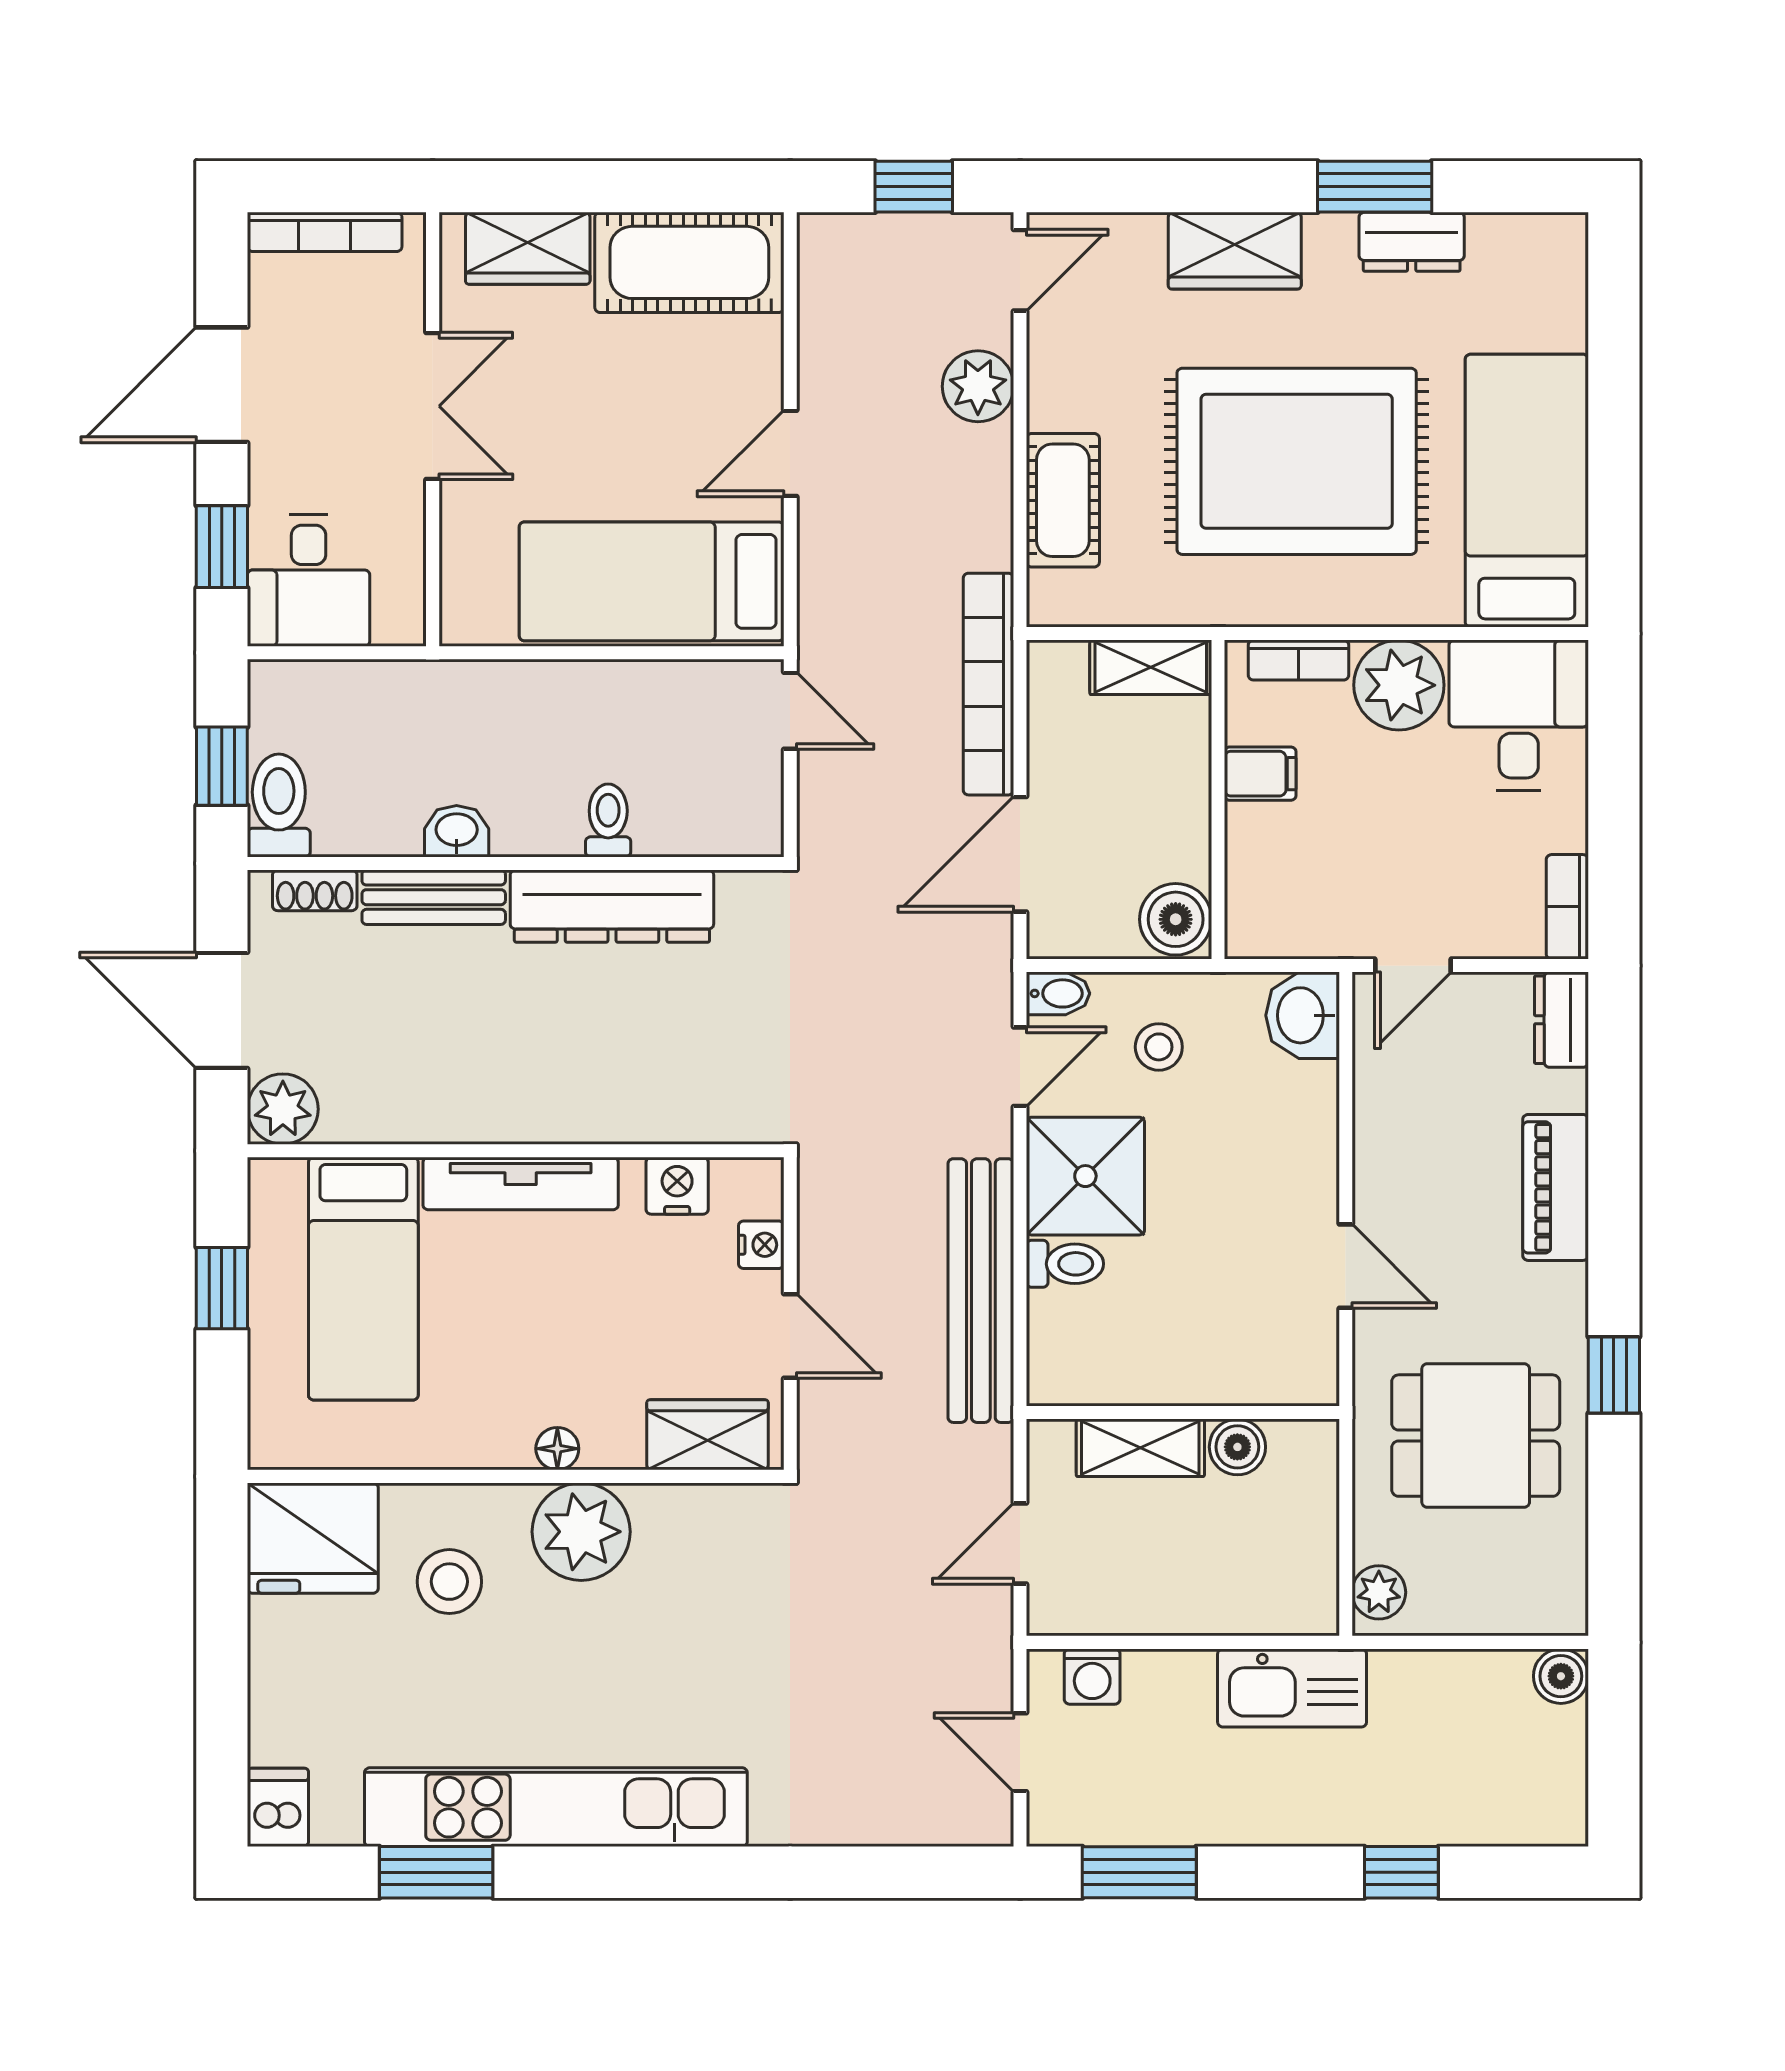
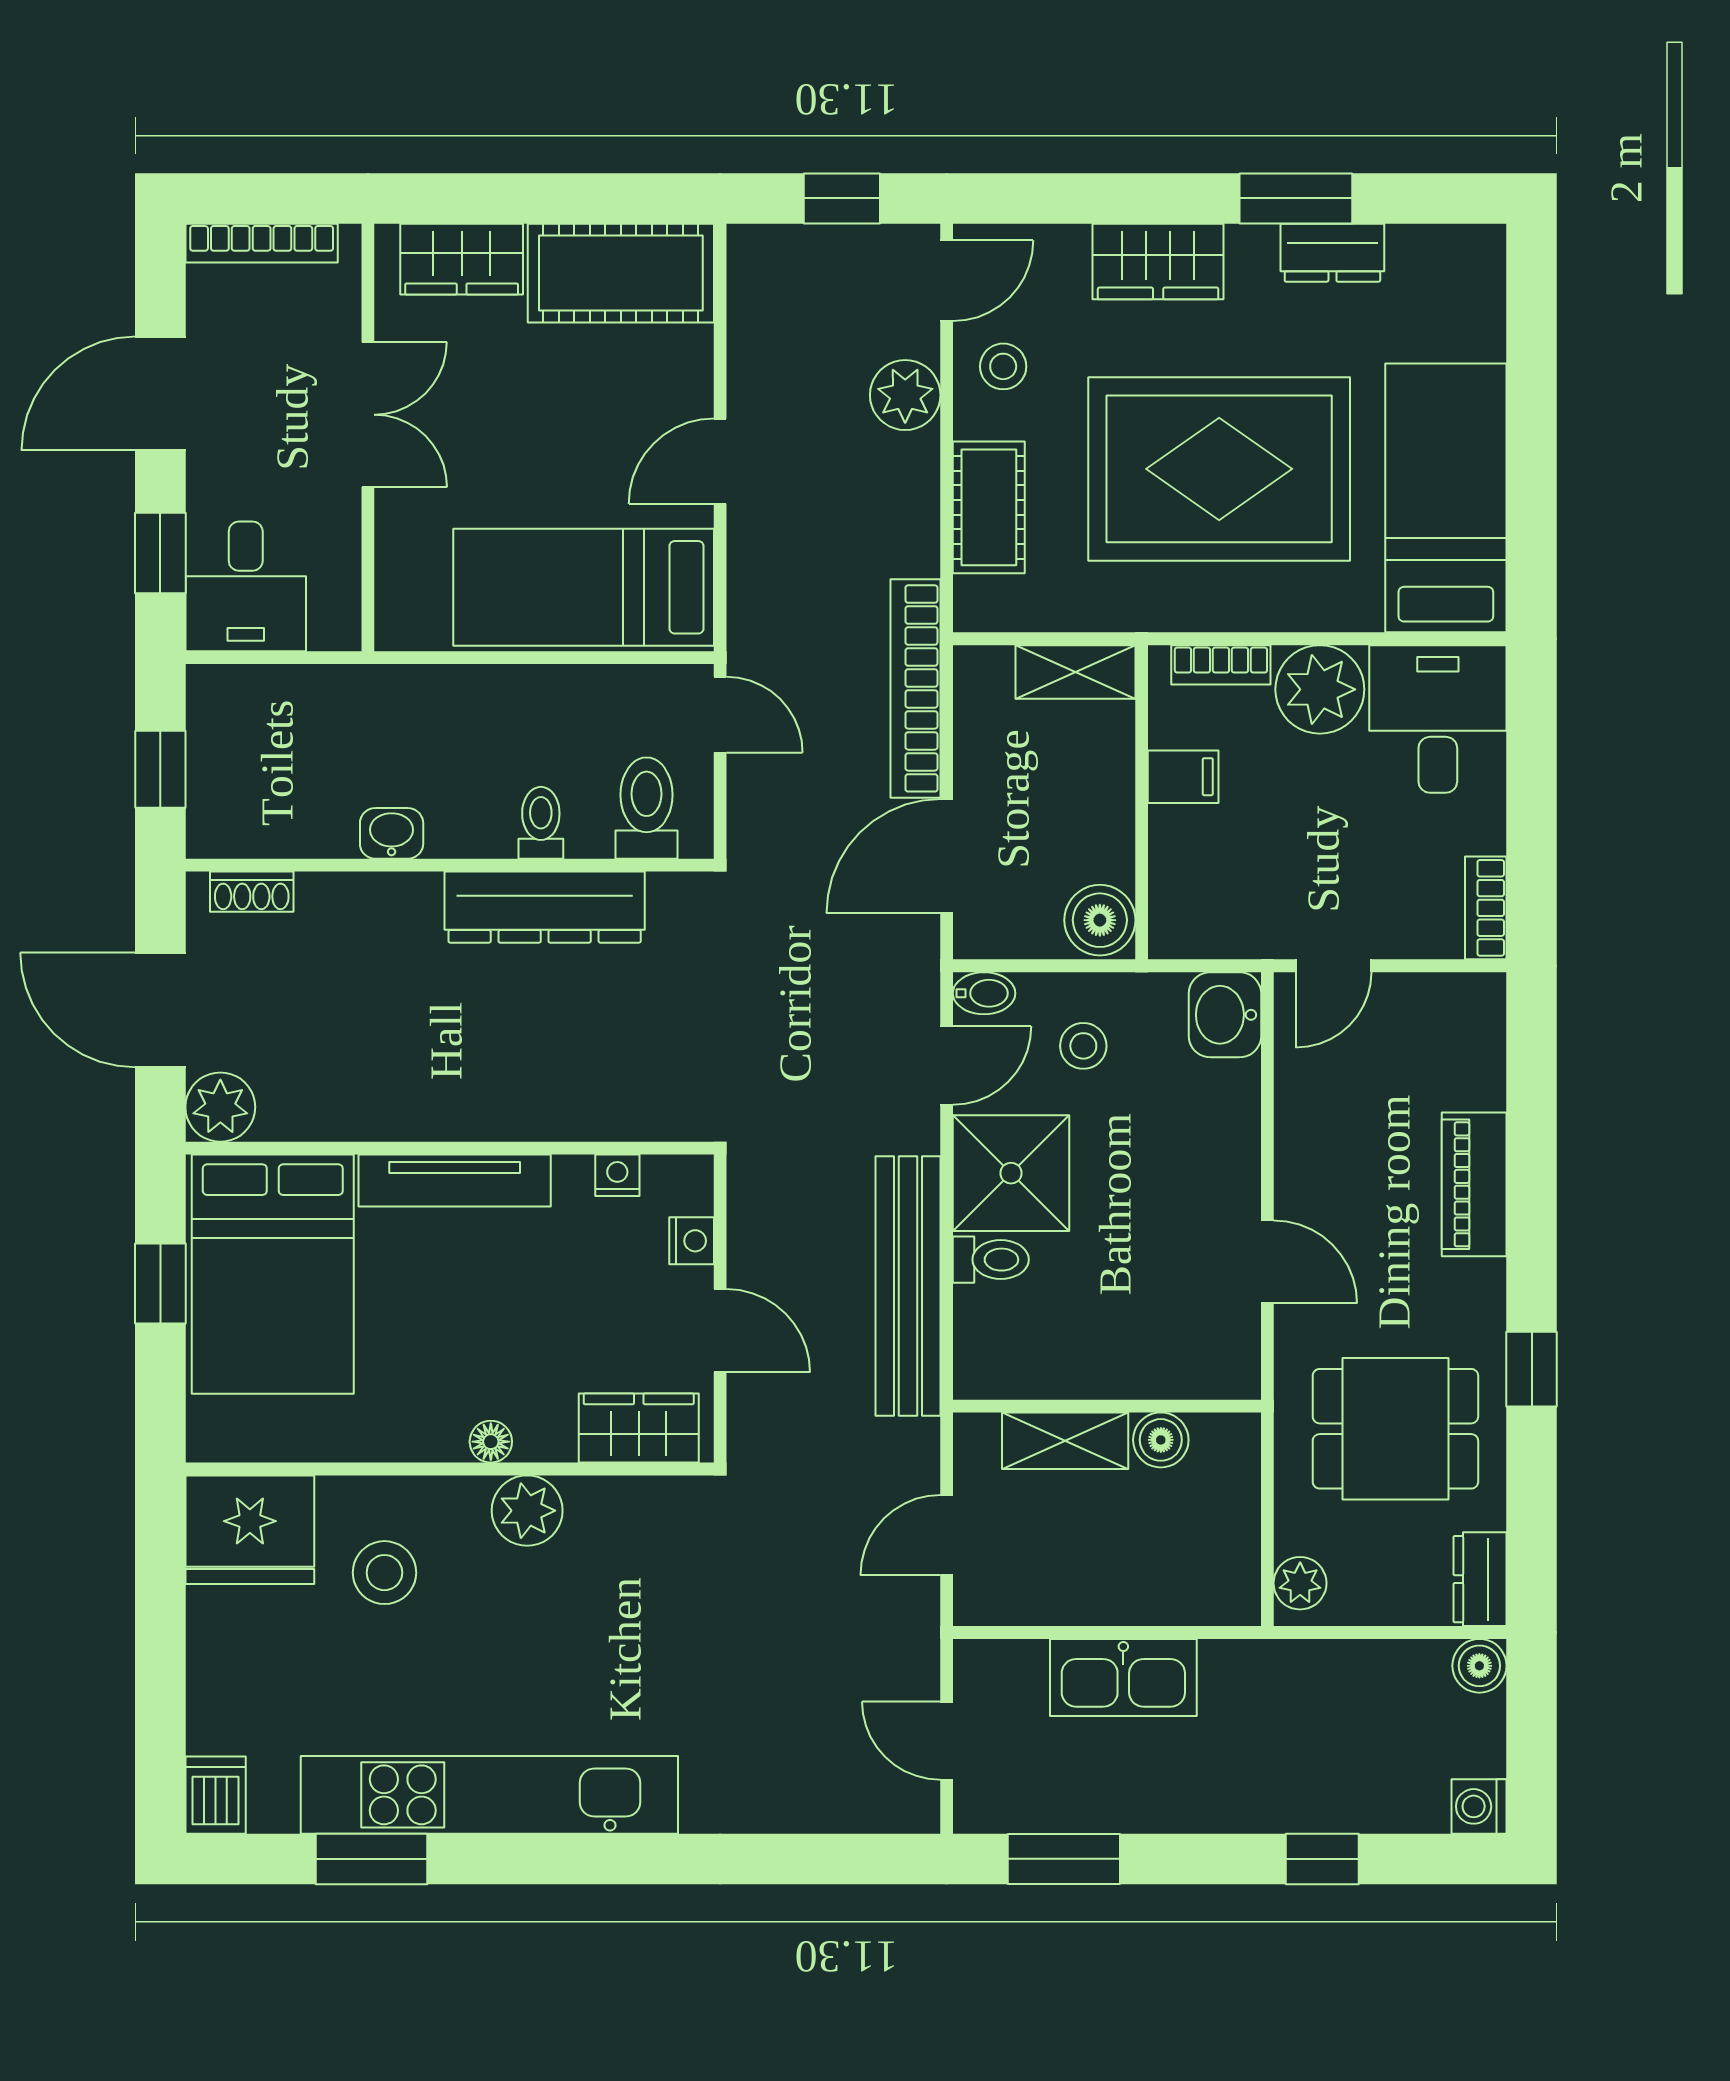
stool: (1077, 357) -> (1003, 366), added
toilet: (279, 805) -> (647, 808), moved
bench: (434, 897) -> (369, 898), removed
dresser: (1561, 1020) -> (1480, 1579), moved
nightstand: (677, 1186) -> (617, 1175), width x0.72, depth x0.74
bed: (363, 1279) -> (273, 1274), width x1.50
plant: (581, 1532) -> (527, 1511), width x0.73, depth x0.73
washing machine: (1092, 1677) -> (1479, 1806), moved, turned 90
kitchen sink: (1292, 1688) -> (1123, 1677), moved

